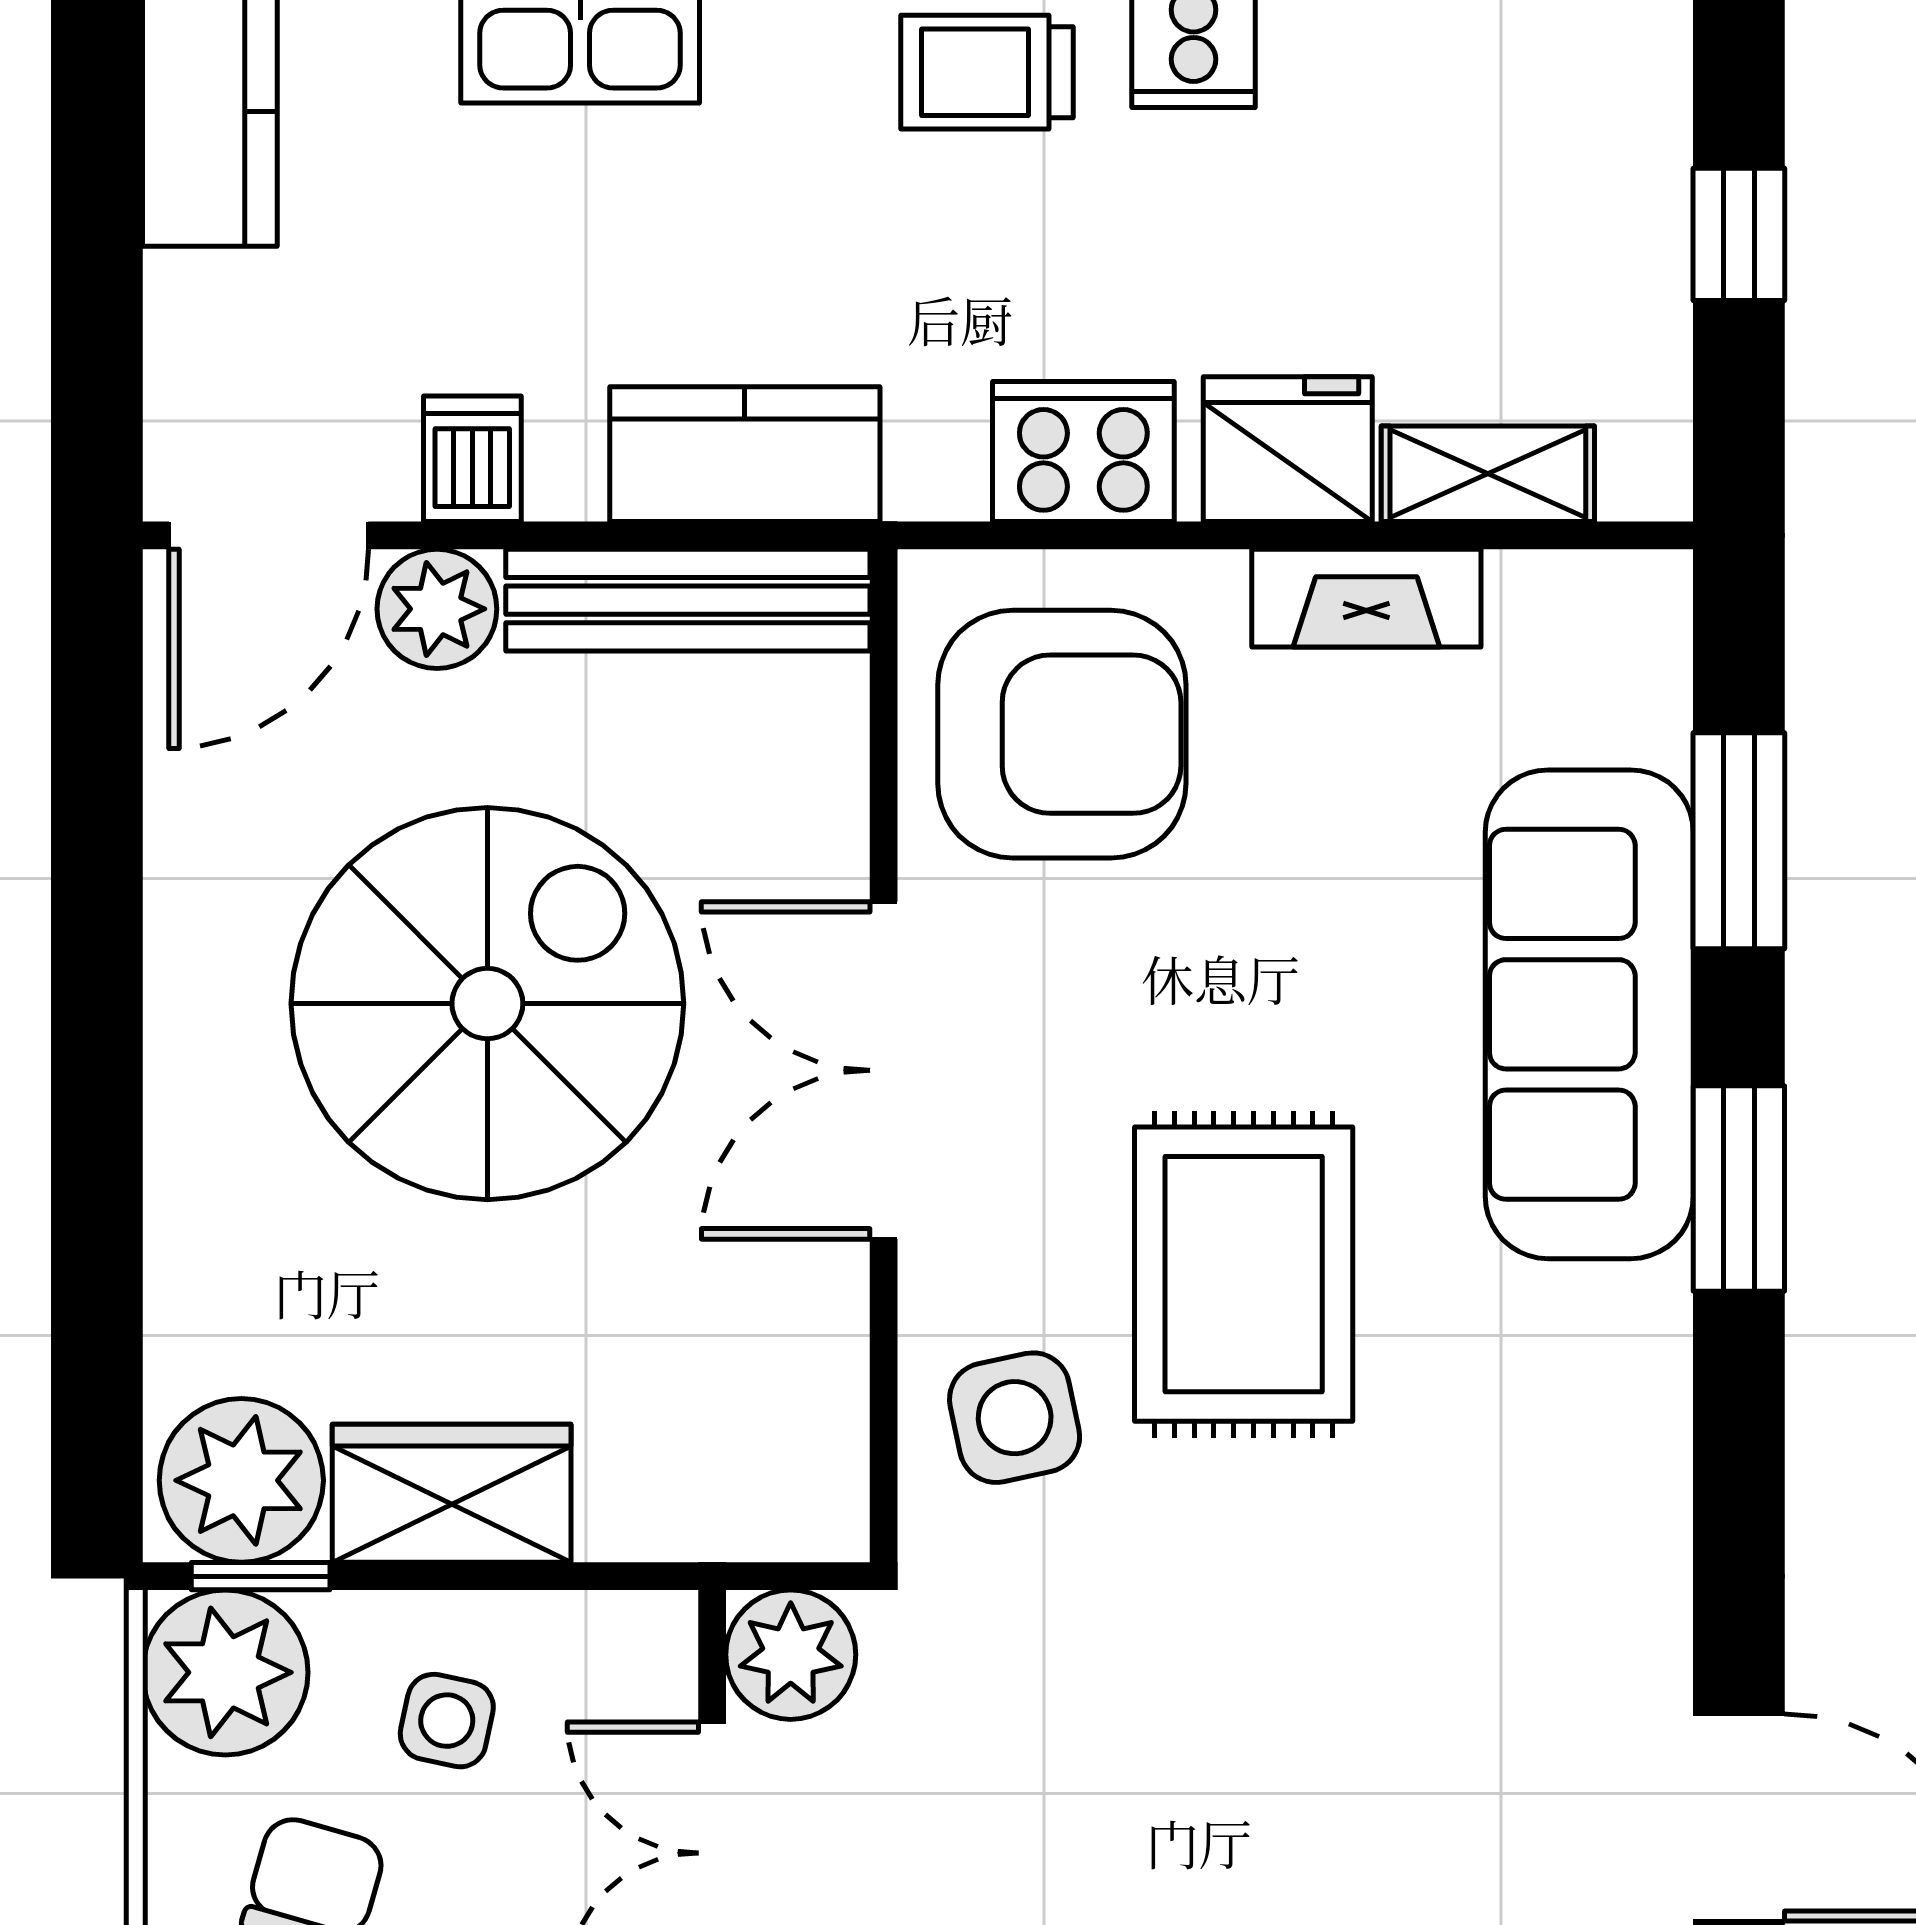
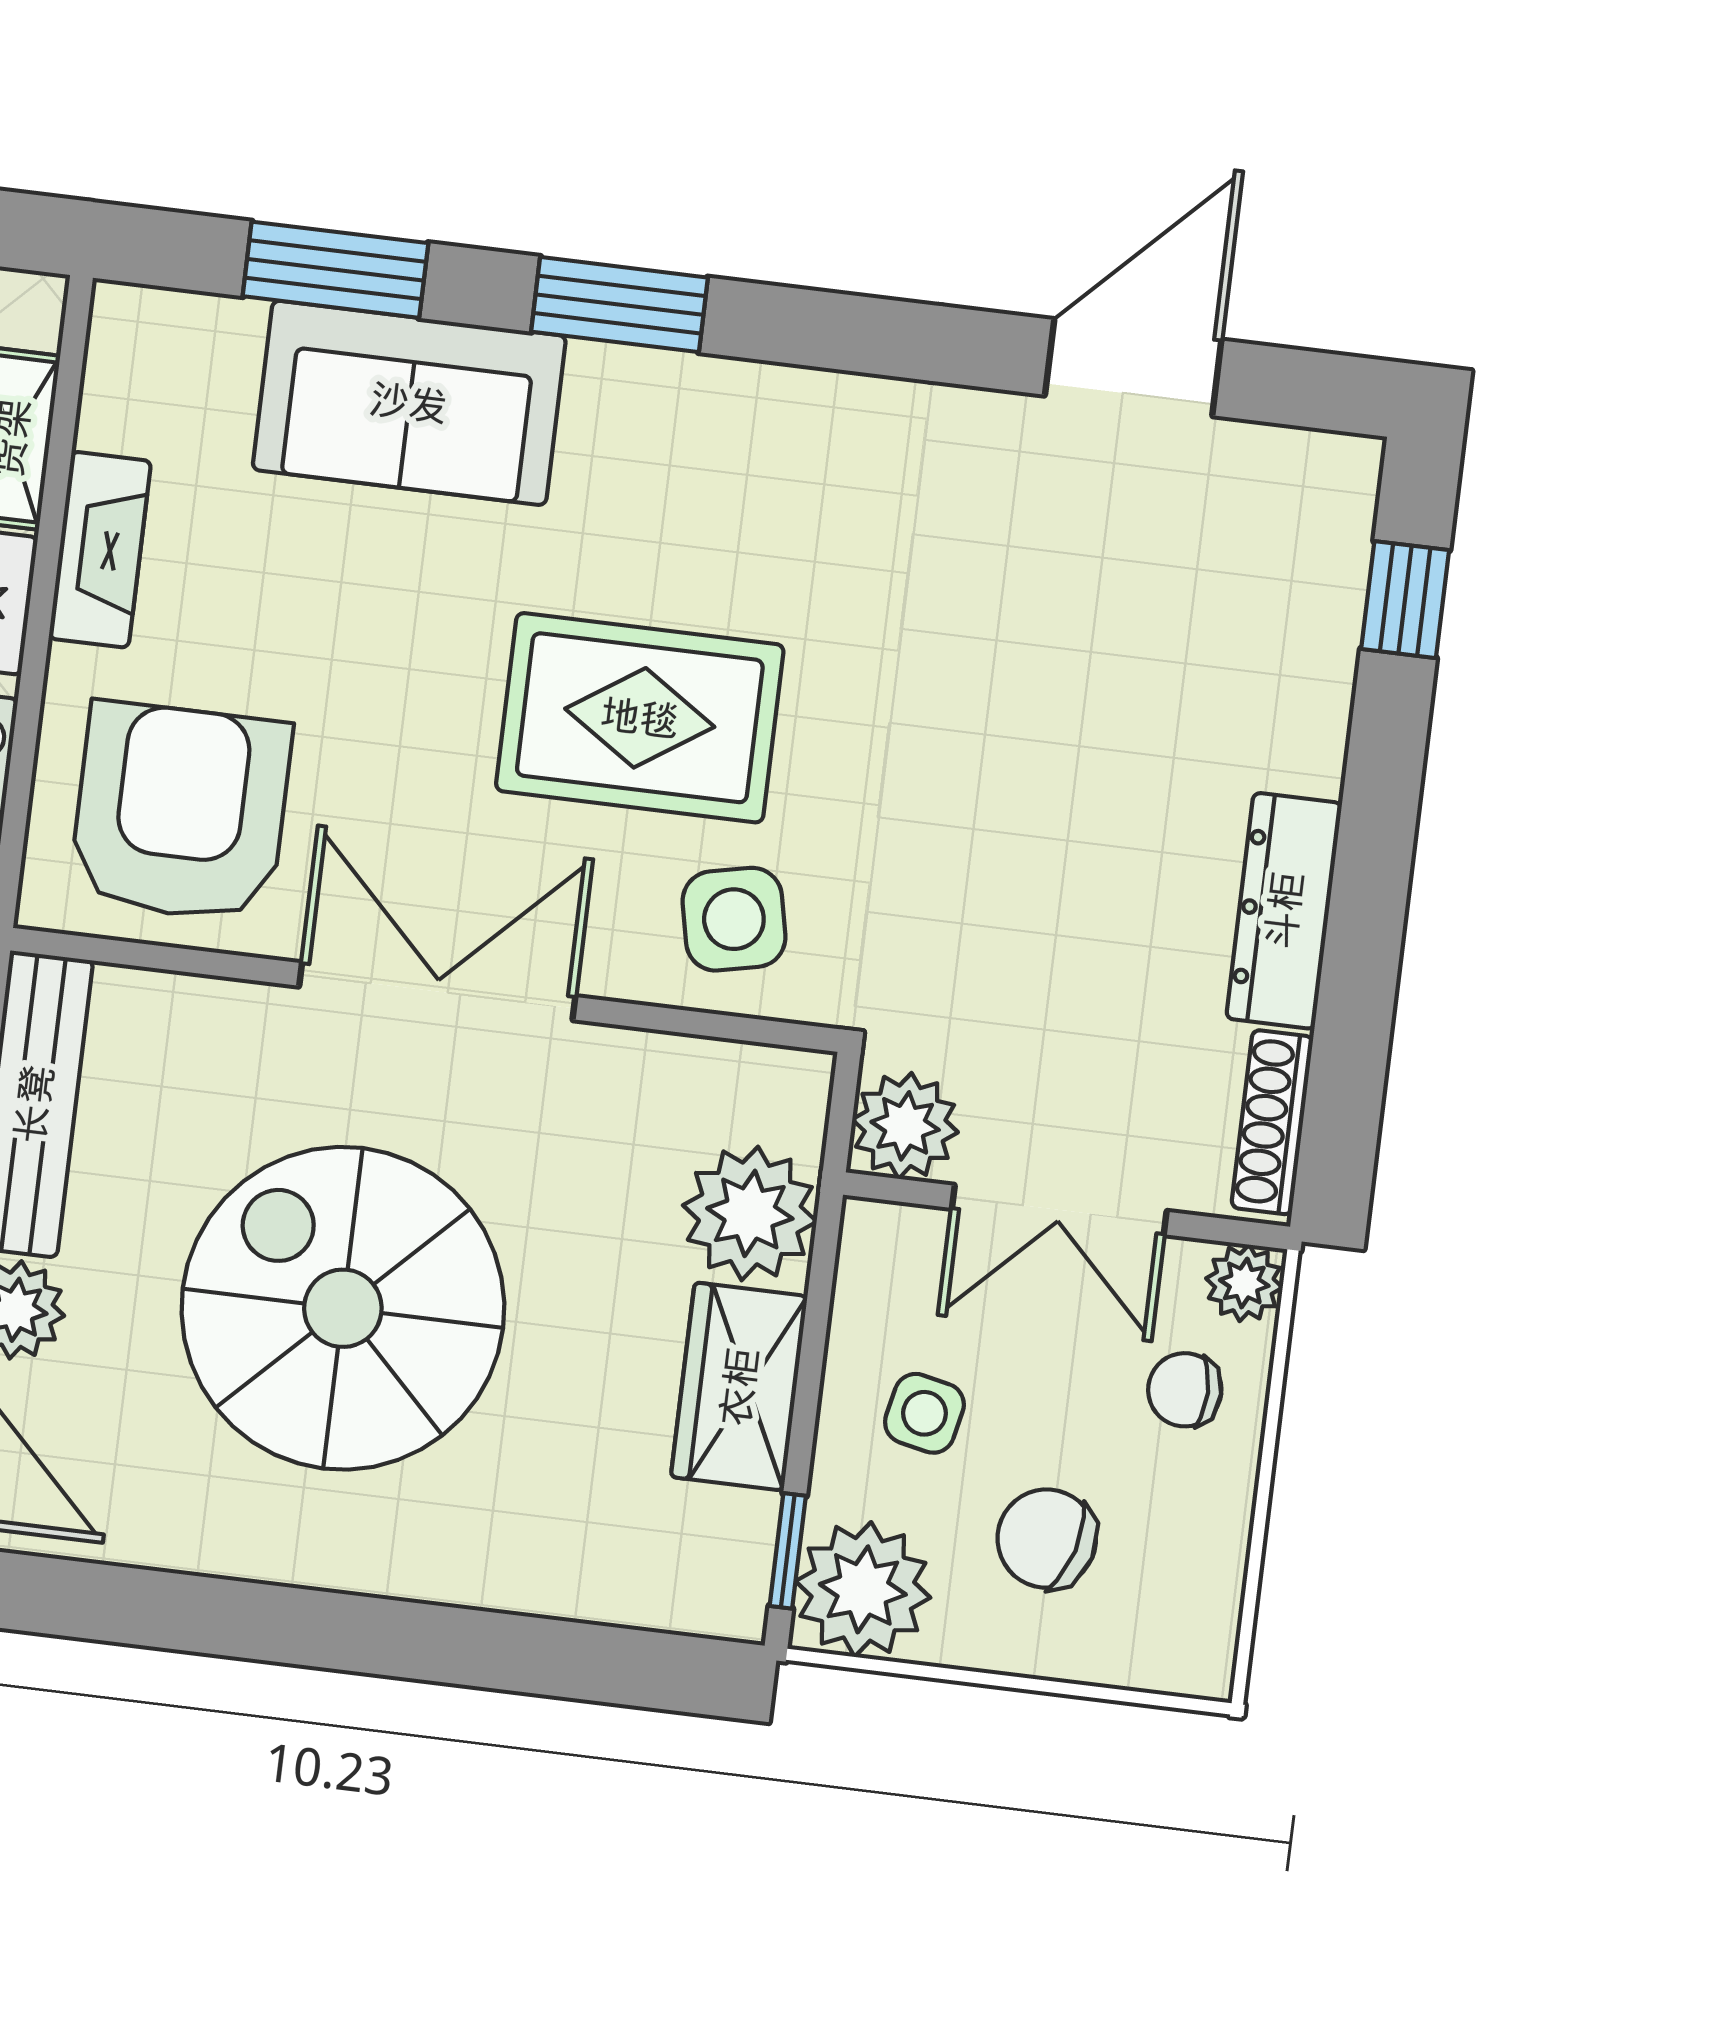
sofa: (1589, 1014) -> (409, 403), width x0.73
double door: (884, 1070) -> (437, 991), swing flipped
plant: (241, 1480) -> (750, 1213), moved

